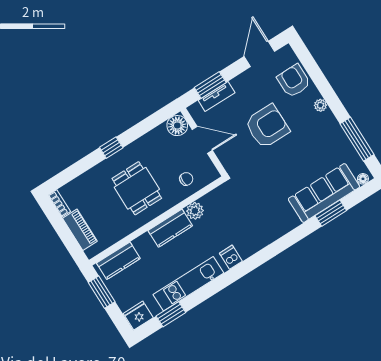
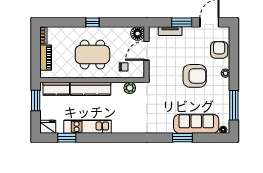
window: (210, 85) -> (182, 22), moved
armchair: (267, 126) -> (195, 76), moved
door: (202, 140) -> (147, 51), swing flipped
dining table: (137, 188) -> (92, 54), width x1.37
plant: (195, 211) -> (130, 88), moved
window: (331, 213) -> (182, 138), moved
kitchen counter: (170, 228) -> (90, 89), width x1.50
dishwasher: (231, 257) -> (121, 127), removed

